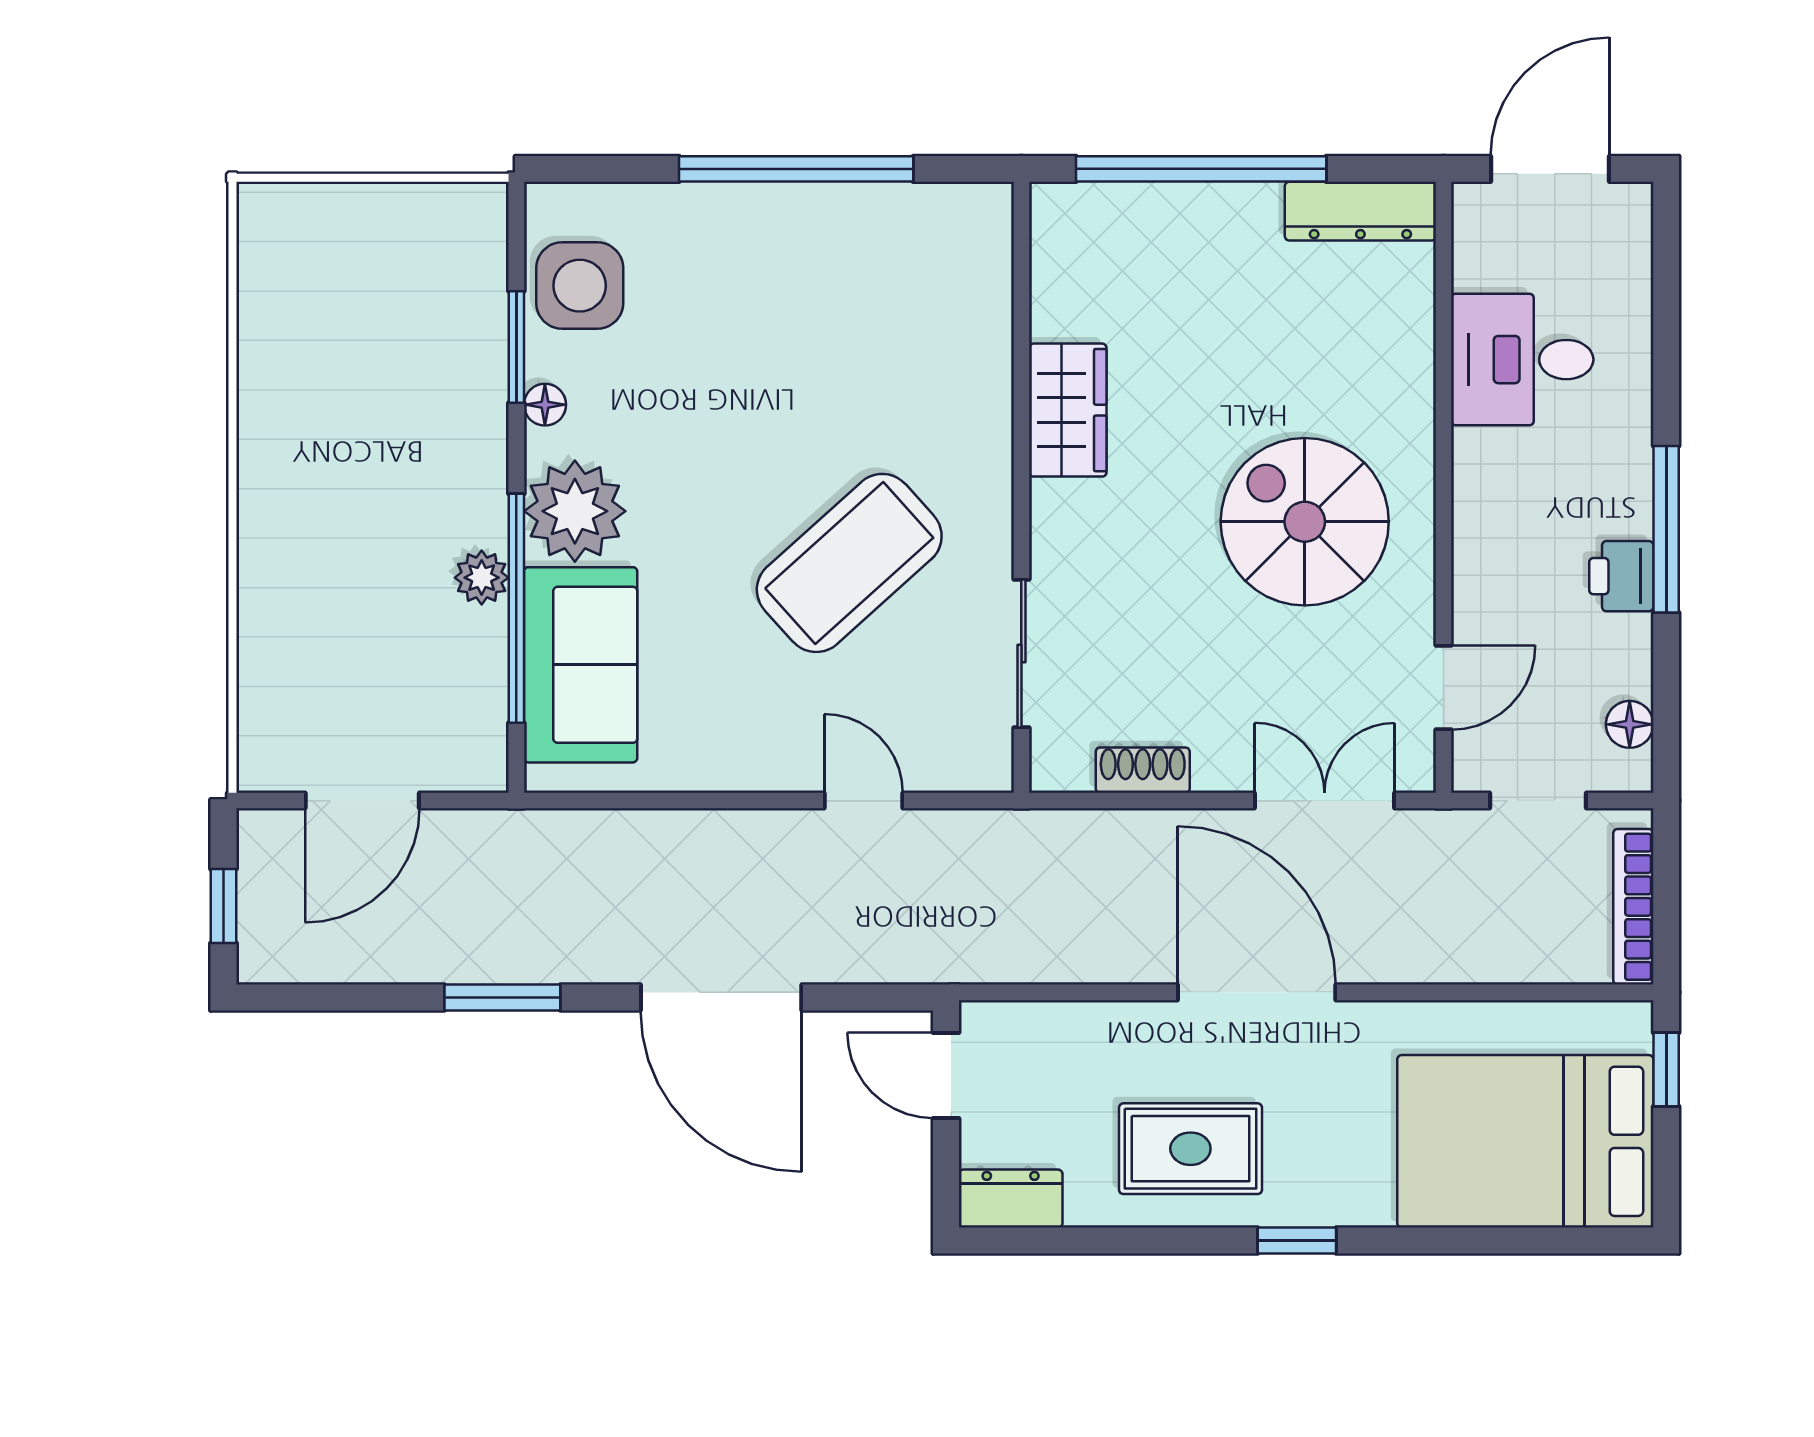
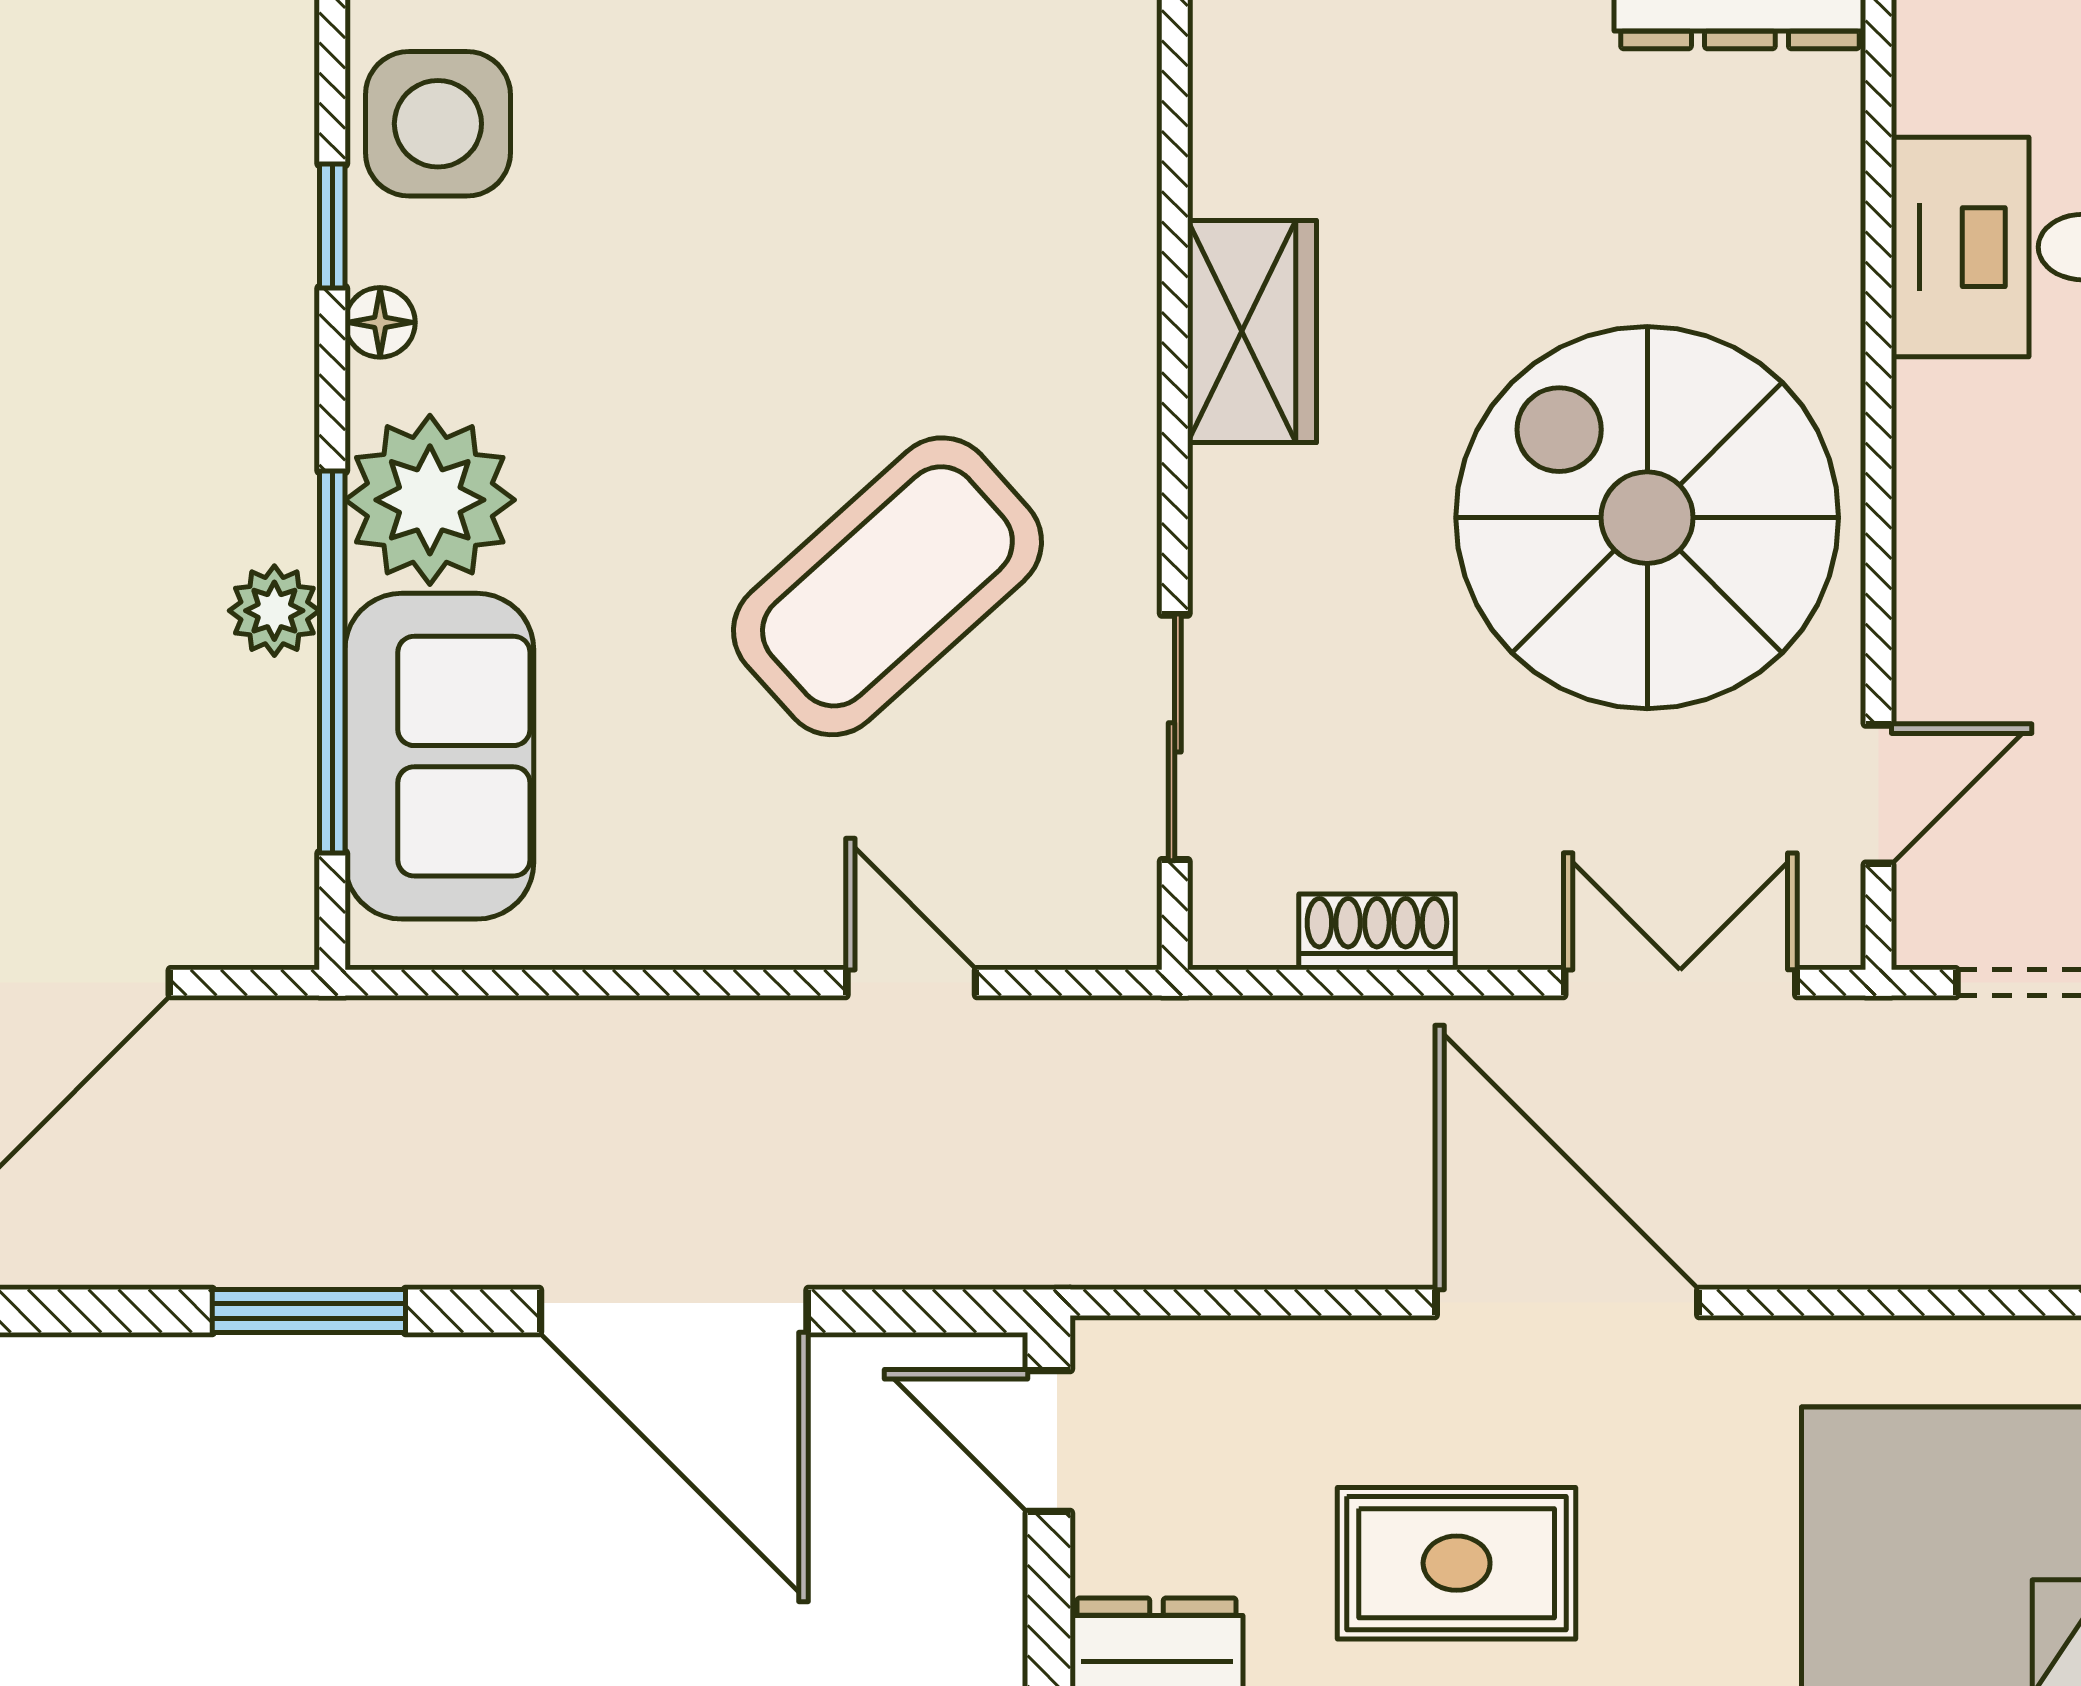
window: (516, 347) -> (332, 226), width x0.67
spiral stairs: (1305, 522) -> (1647, 518), width x1.37, depth x1.37

